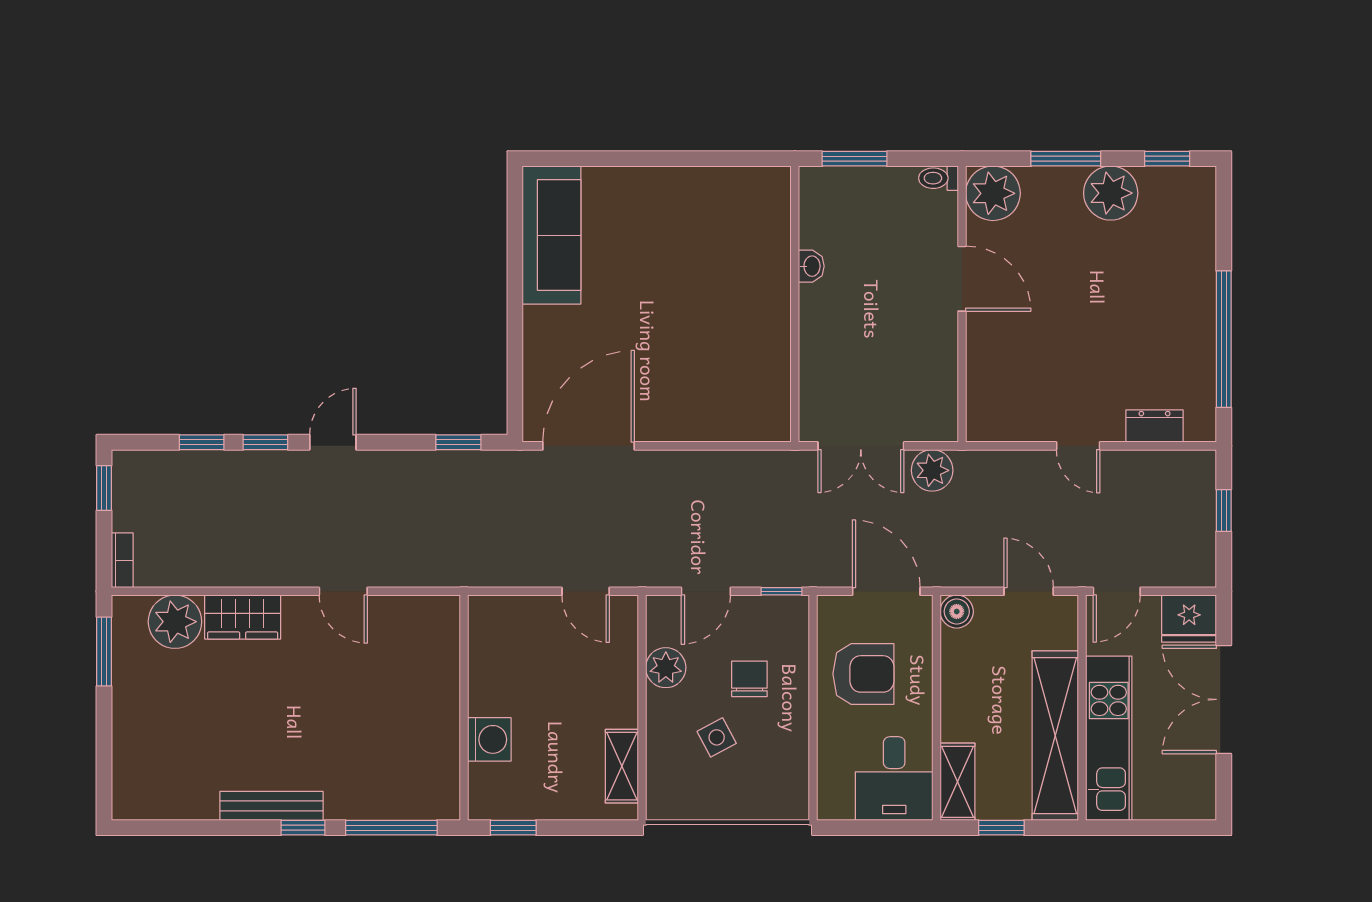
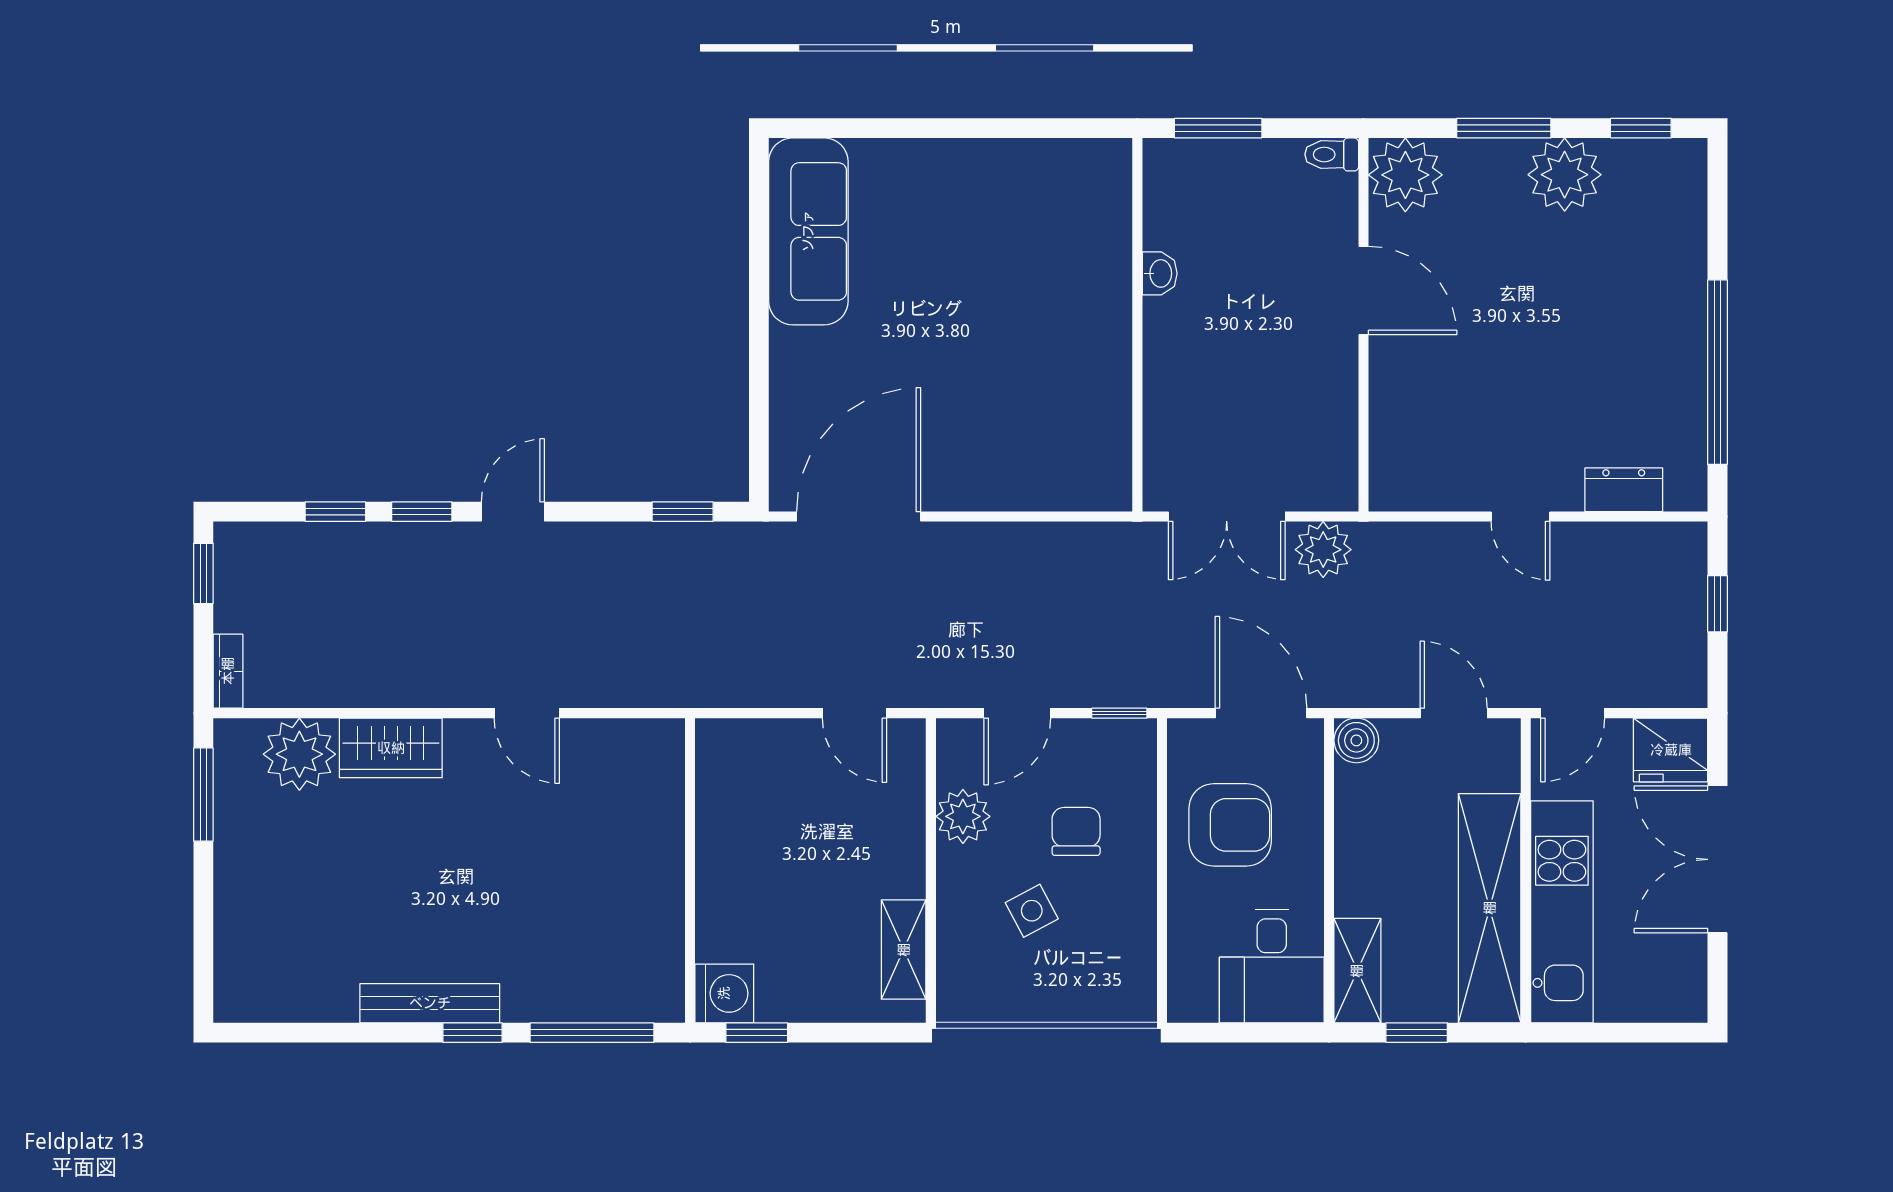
washing machine: (489, 739) -> (724, 993), moved

